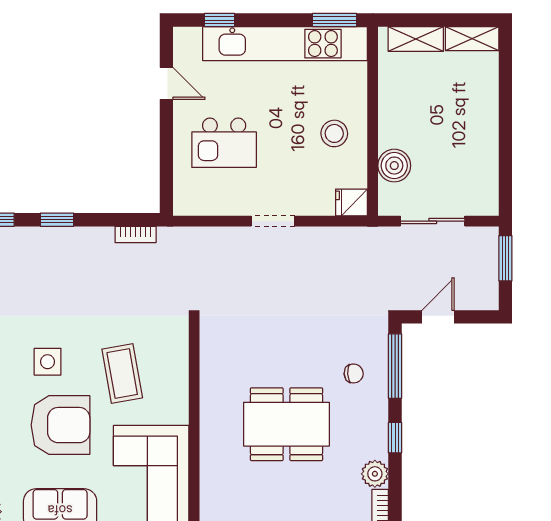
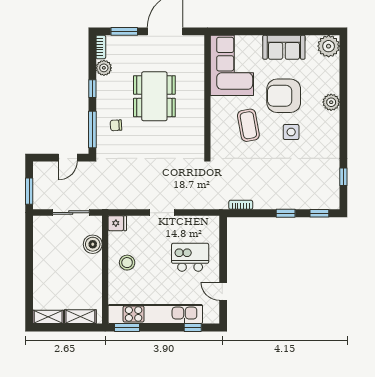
dining table: (287, 424) -> (154, 96), turned 90

